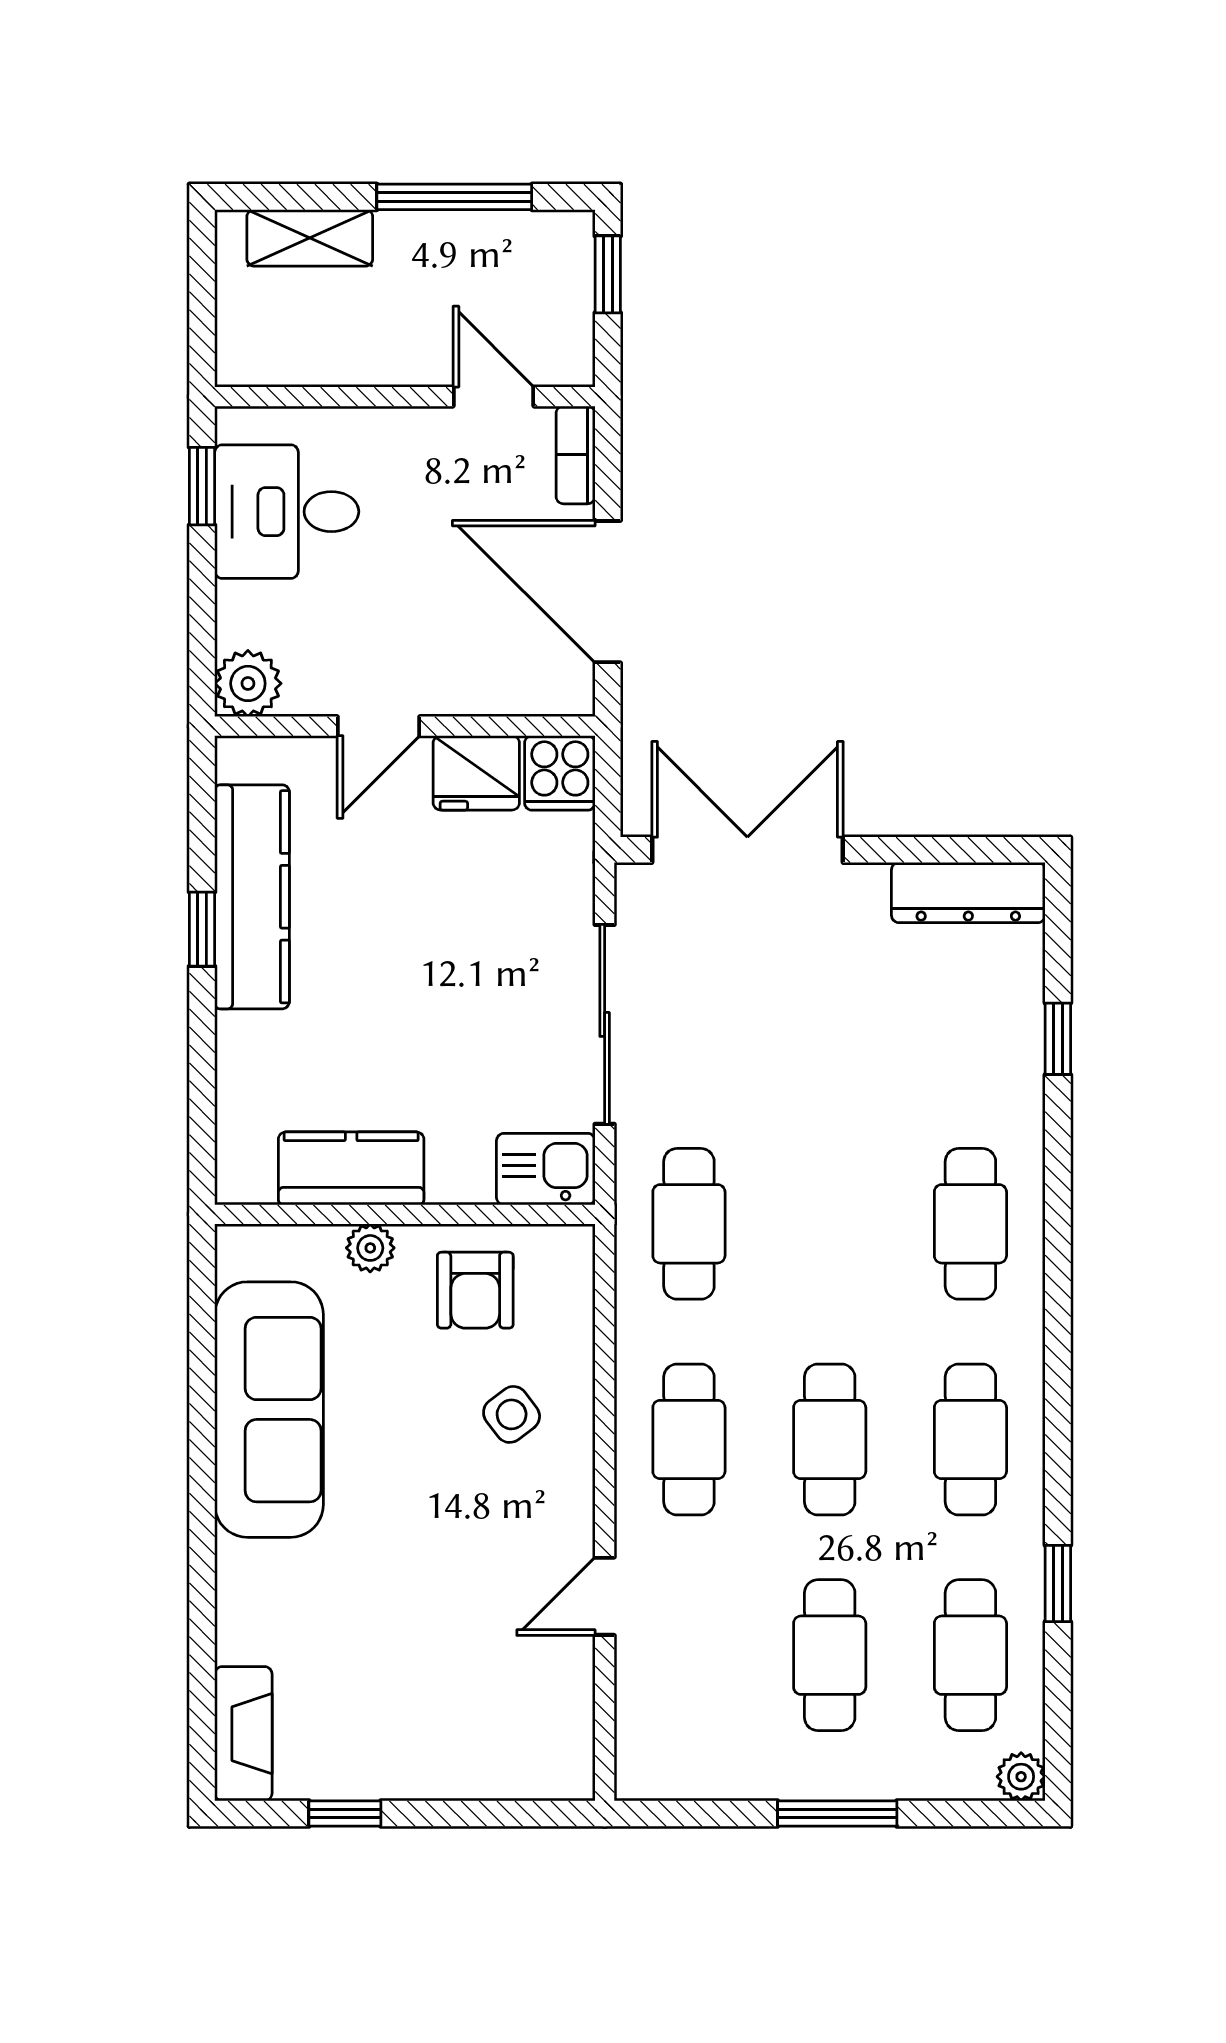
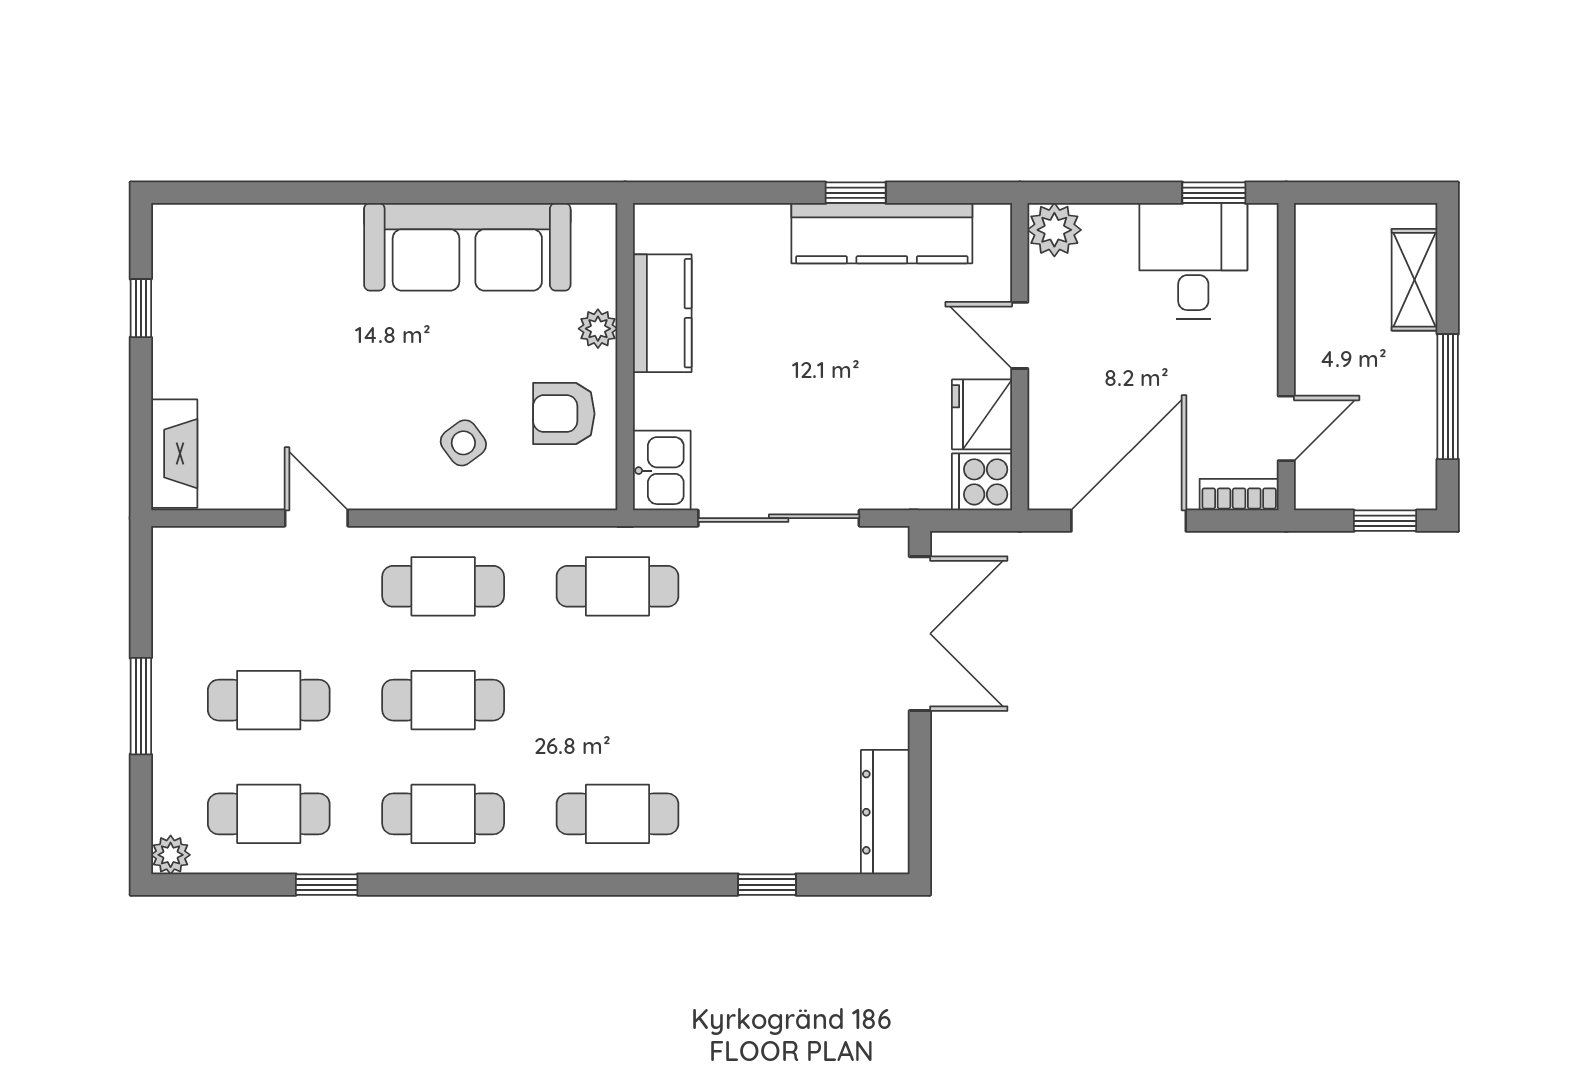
fireplace: (243, 1734) -> (174, 454), moved, turned -90

